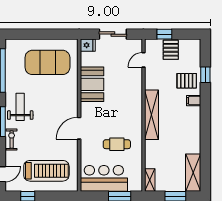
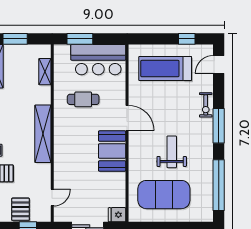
booth: (92, 84) -> (112, 151), moved
weight bench: (20, 107) -> (172, 152), moved, turned 180
door: (79, 128) -> (127, 118), hinge flipped
shelving: (150, 180) -> (45, 72), moved

